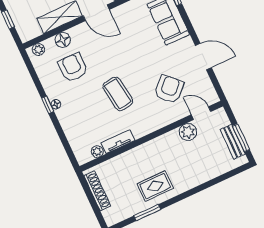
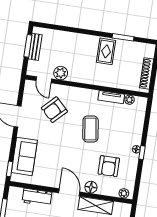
floor lamp: (63, 40) -> (91, 187), moved
rug: (155, 186) -> (106, 51), turned 90

